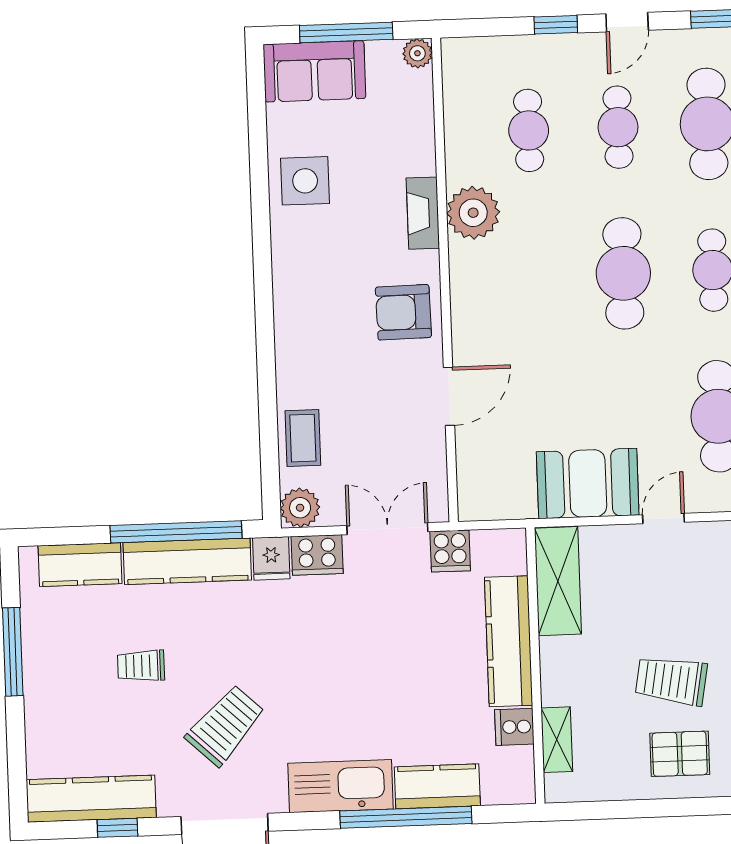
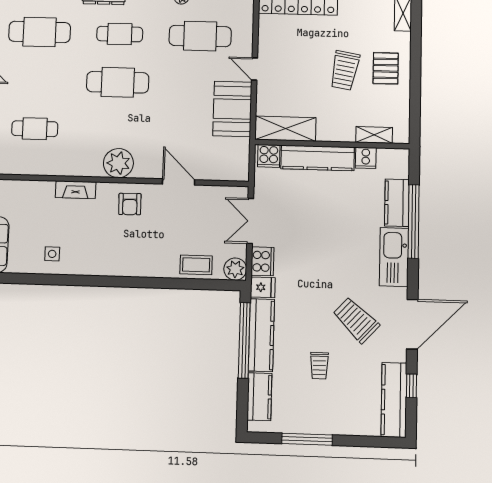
cafe table: (618, 127) -> (37, 80), removed
side table: (305, 181) -> (52, 254), width x0.54, depth x0.54
plant: (473, 213) -> (118, 163), moved
armchair: (403, 312) -> (130, 204), width x0.72, depth x0.72
cooker: (450, 551) -> (269, 156), moved, turned 90

